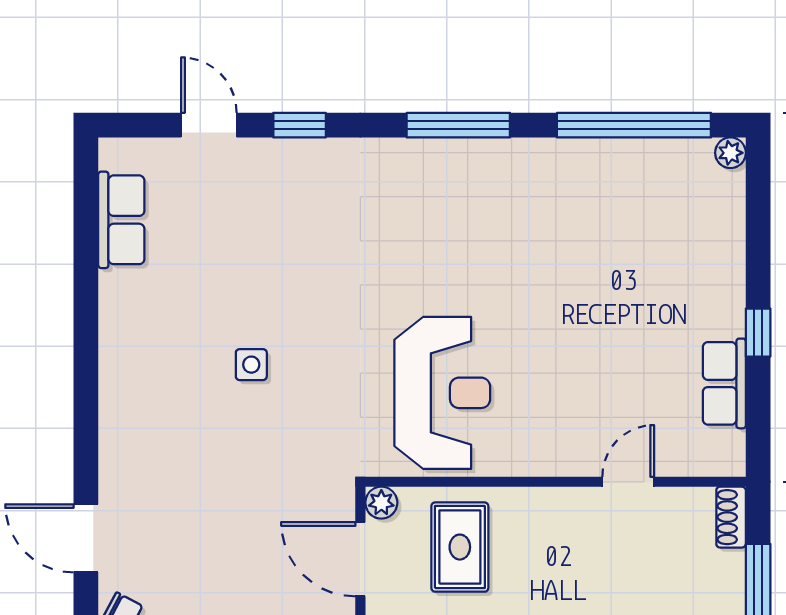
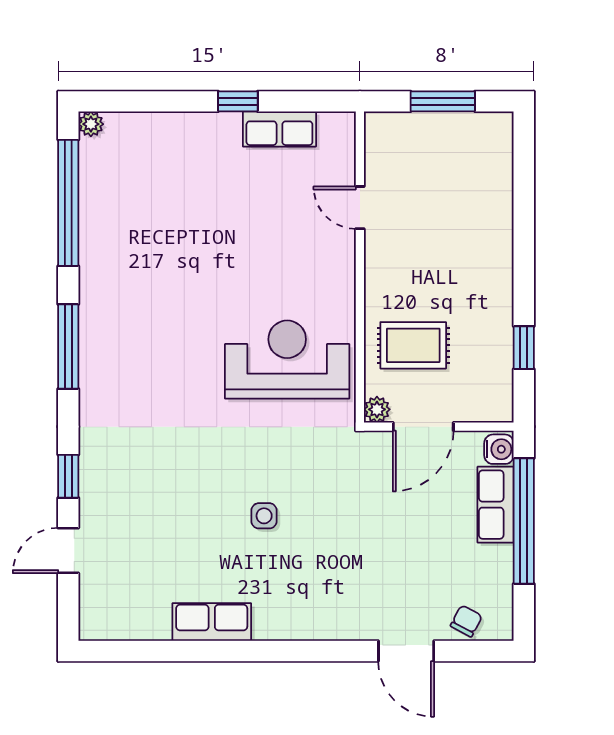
row of seats: (121, 220) -> (212, 622), moved
shoe rack: (731, 517) -> (389, 124), removed
door: (86, 538) -> (406, 651), hinge flipped

